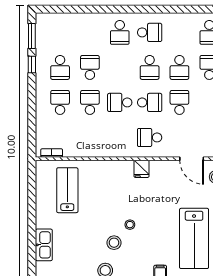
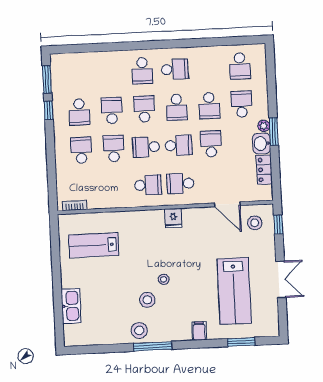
school desk: (120, 67) -> (144, 109), added
school desk: (120, 137) -> (148, 185), added
lab bench: (67, 190) -> (94, 245), turned -90

